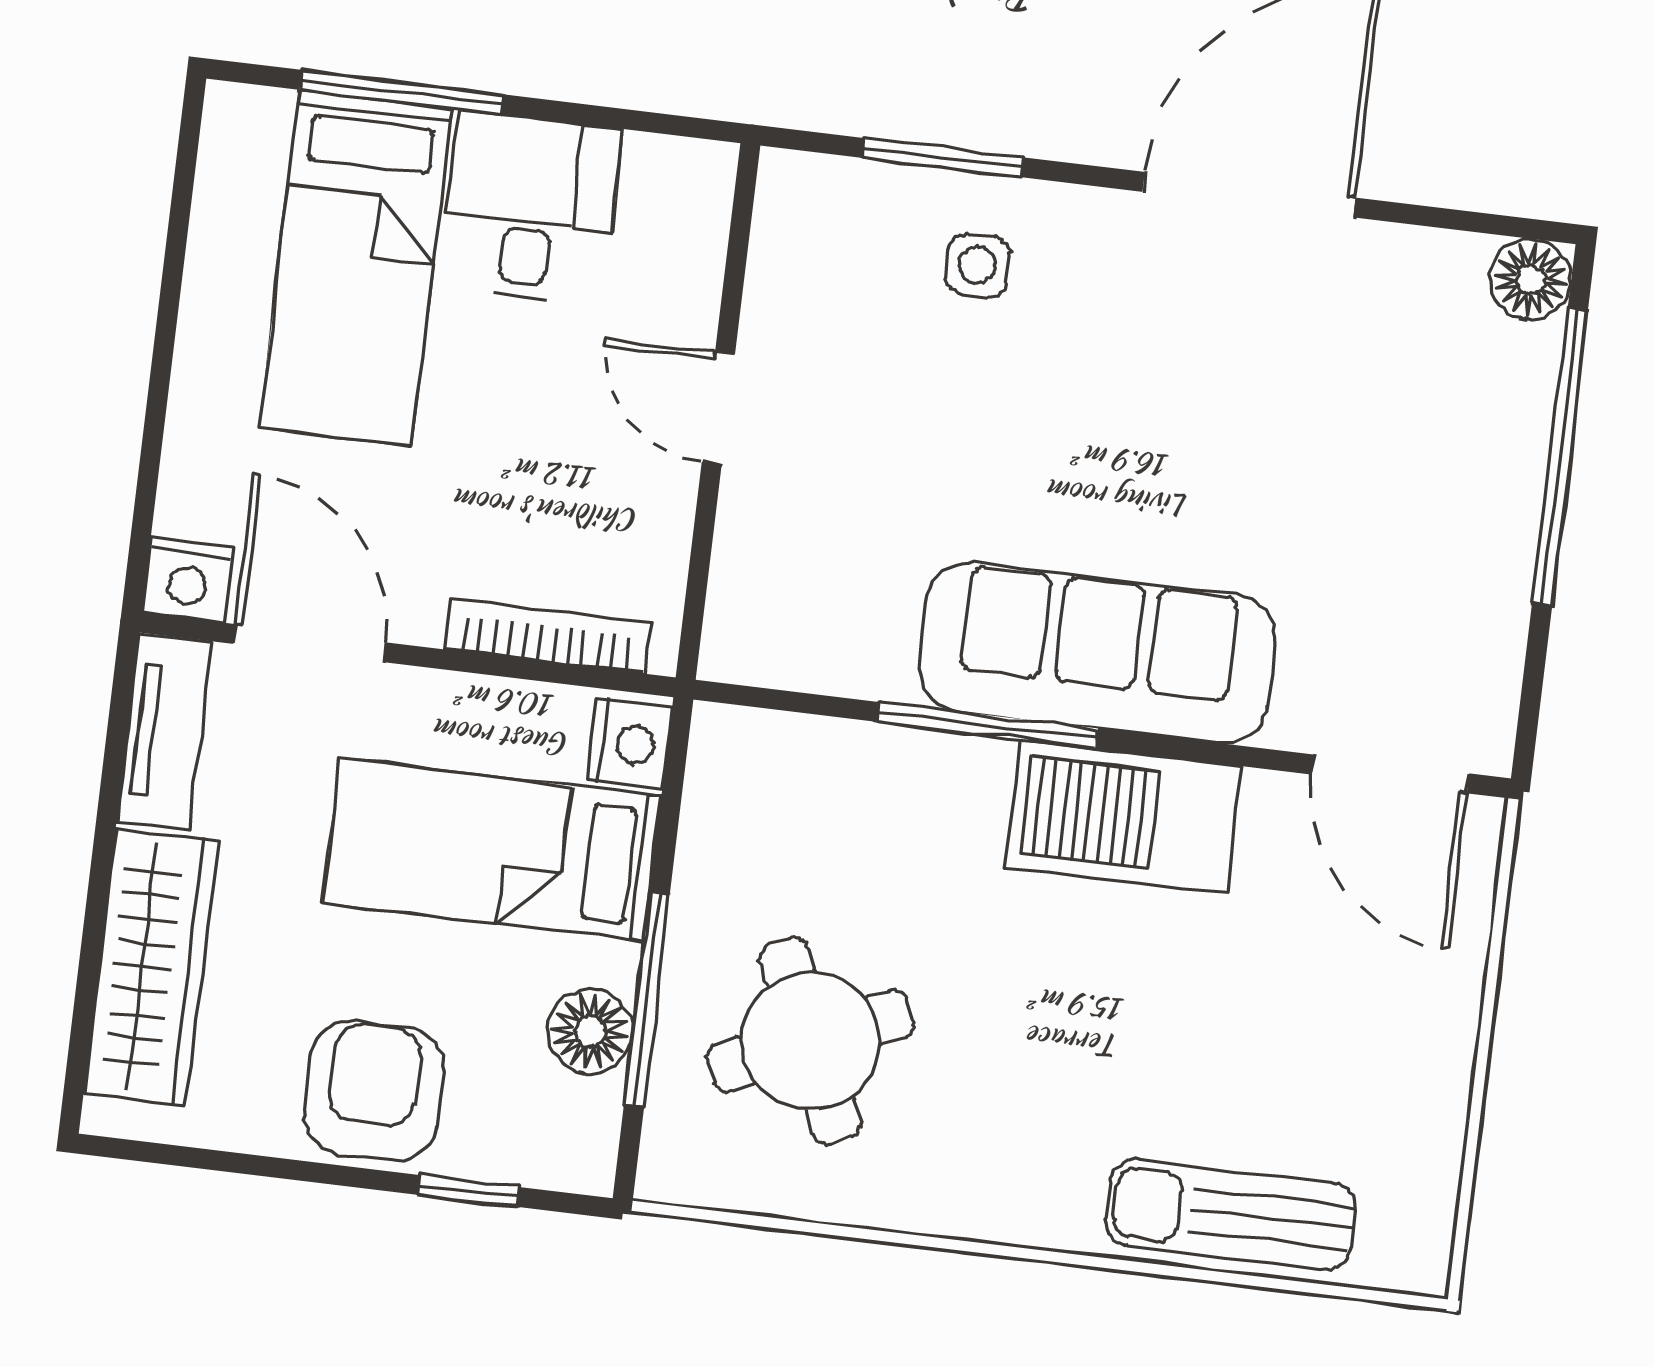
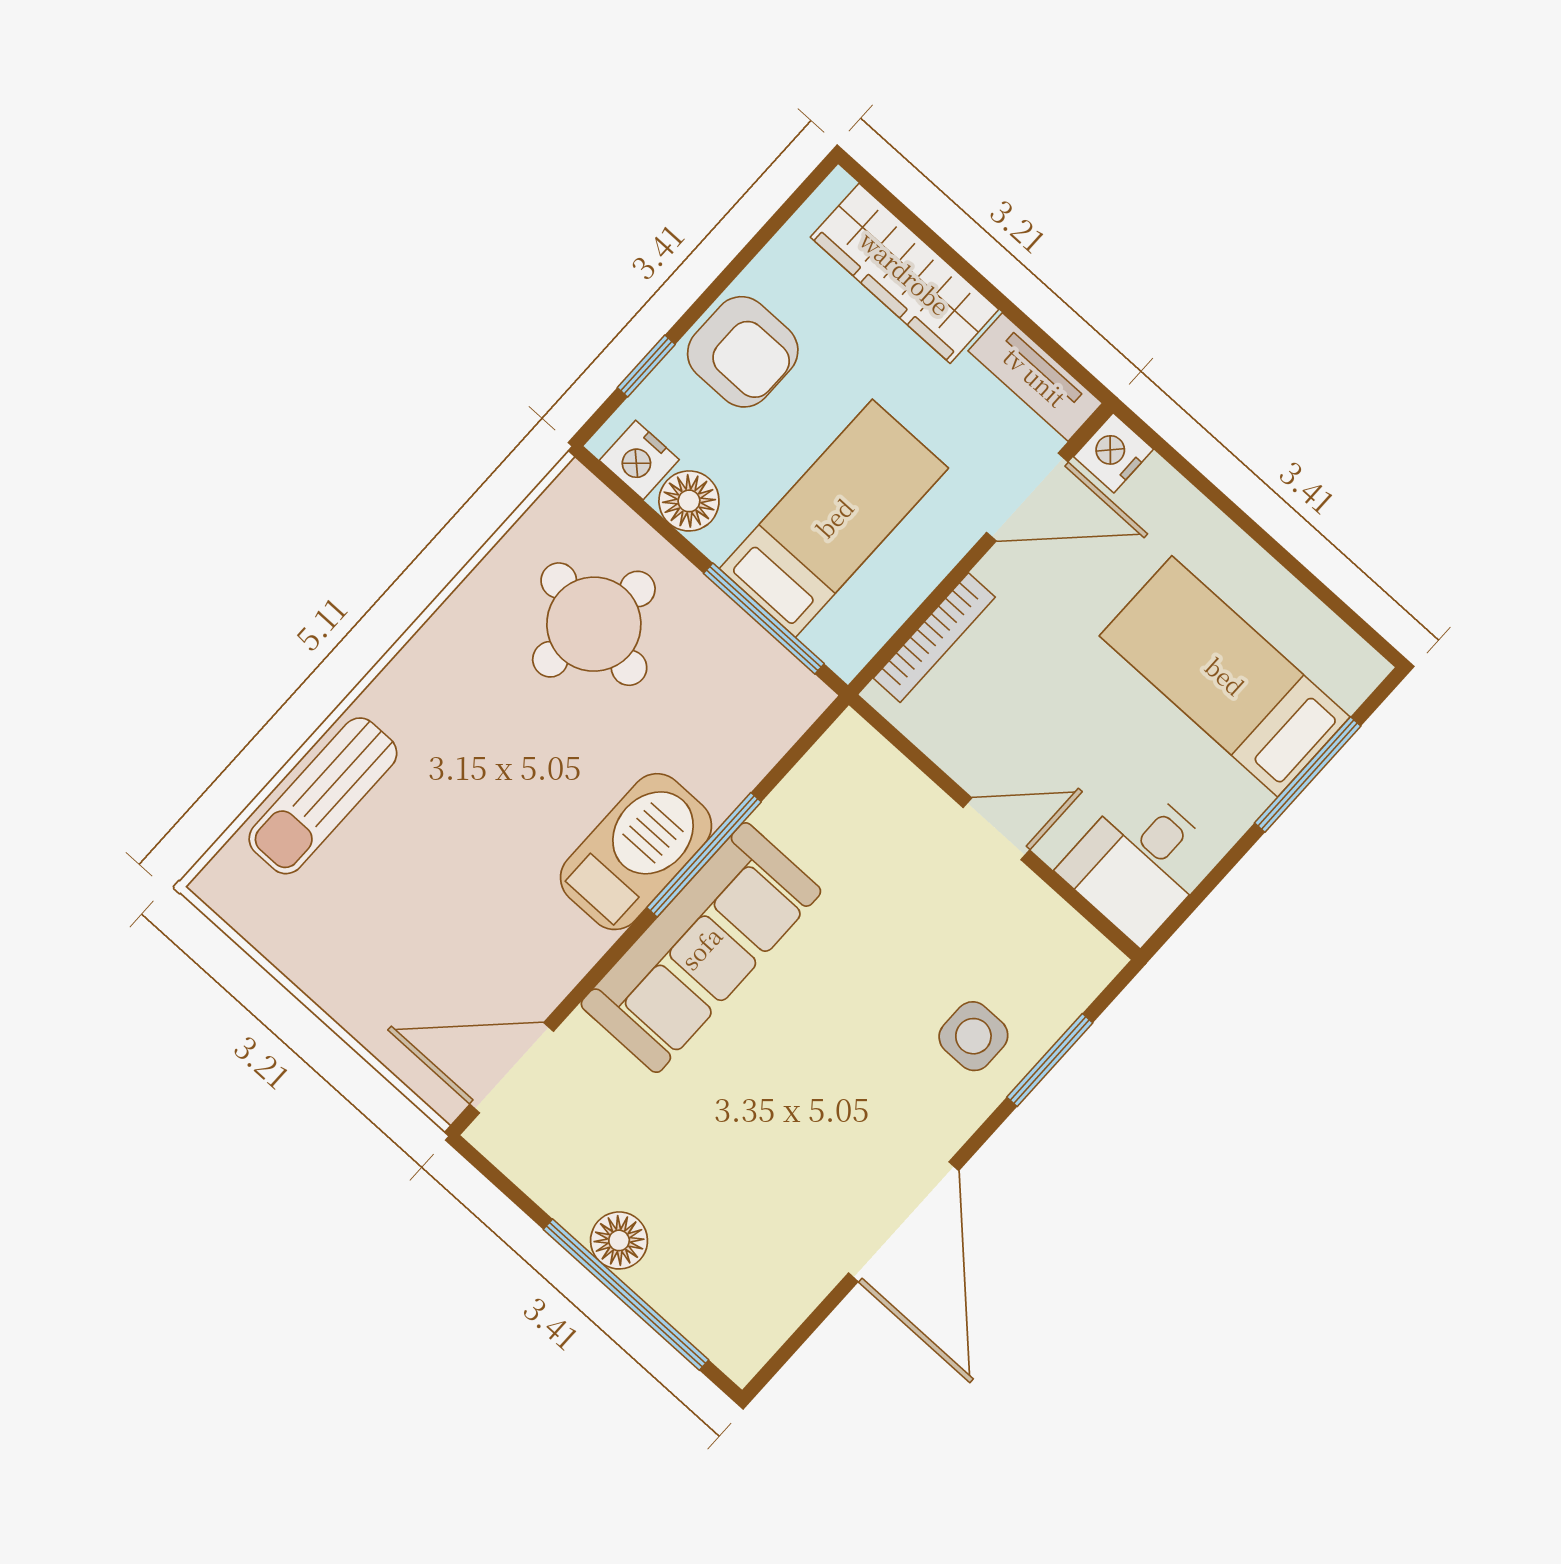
desk: (531, 208) -> (1139, 863), moved, turned 90
side table: (977, 265) -> (973, 1036), width x1.37, depth x1.37
floor lamp: (1531, 279) -> (619, 1240), moved
nightstand: (629, 744) -> (639, 460), moved
barbecue: (1123, 817) -> (636, 852), moved
window: (647, 999) -> (764, 619), moved
round table: (810, 1041) -> (594, 624), turned 33
sun lounger: (1230, 1214) -> (323, 796), turned 180

